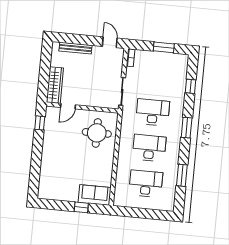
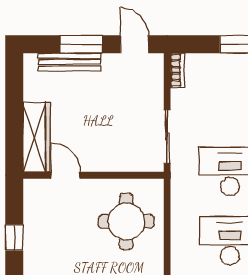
window: (82, 40) -> (81, 44), added
door: (68, 106) -> (66, 175), swing flipped
window: (40, 123) -> (14, 238), moved

